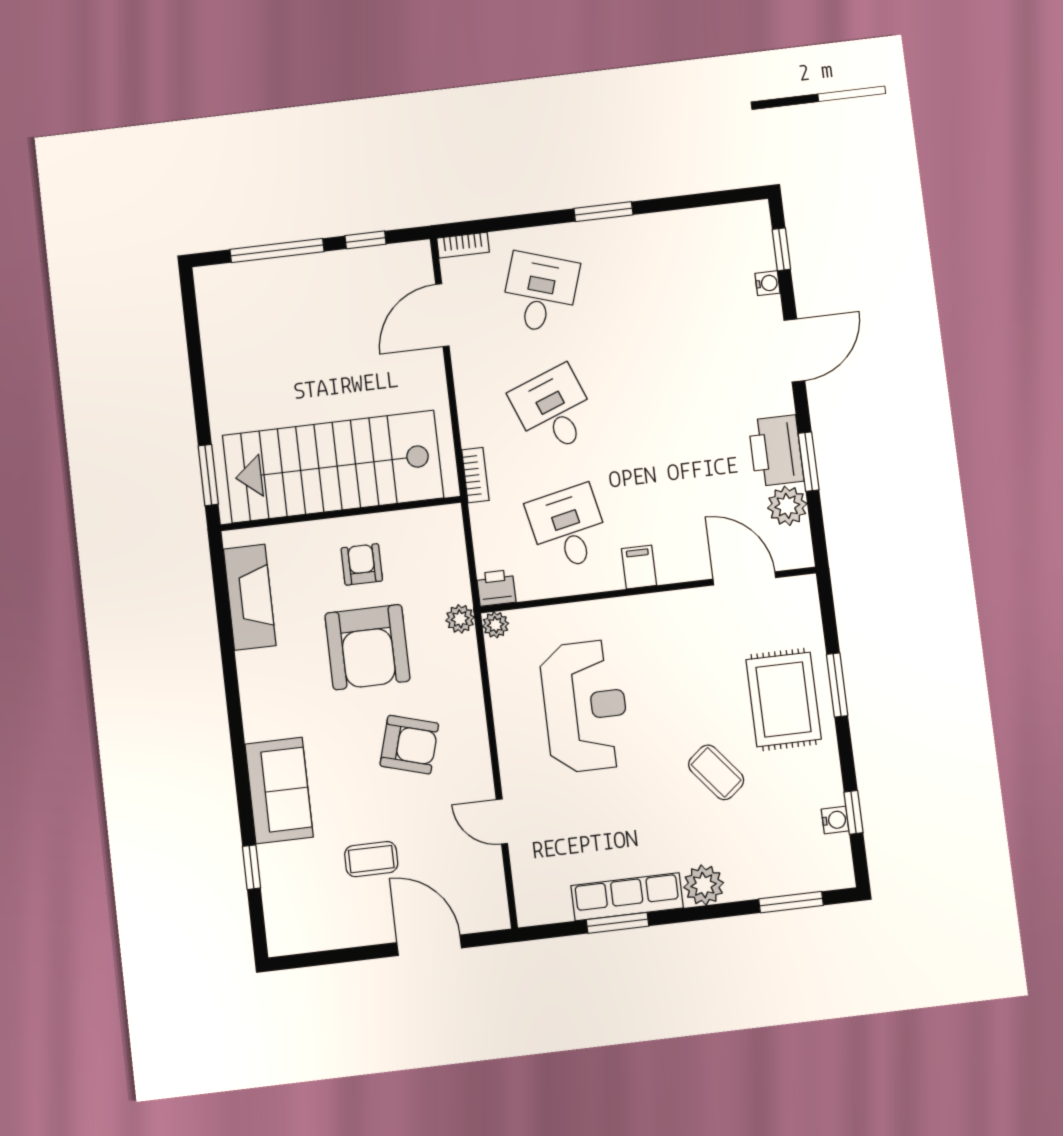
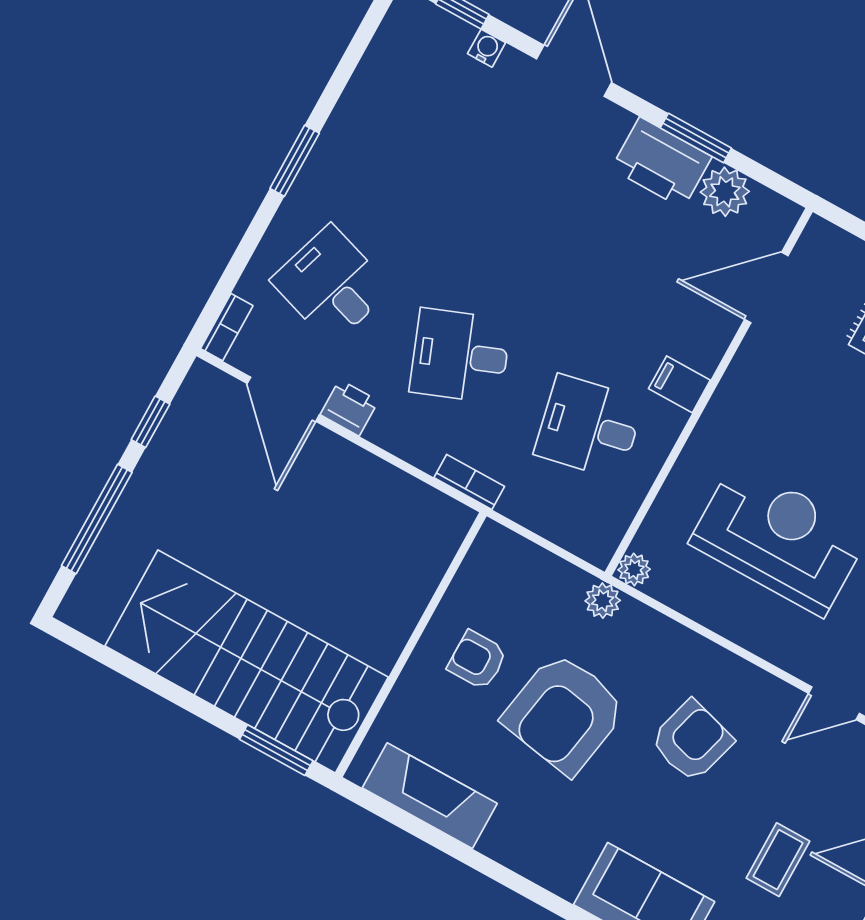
stairs: (333, 467) -> (247, 661), moved, turned 90
printer: (496, 588) -> (349, 408), moved, turned 90
armchair: (367, 647) -> (564, 713), turned 100

